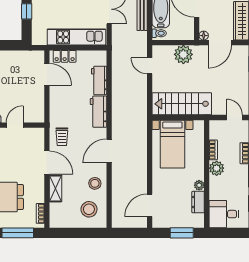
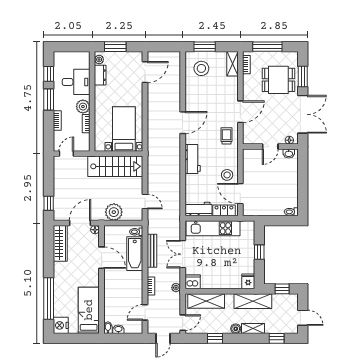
workbench: (99, 80) -> (199, 209), moved, turned -90
door: (235, 117) -> (66, 154), swing flipped
door: (47, 163) -> (240, 112), swing flipped
stool: (95, 183) -> (227, 175), moved
plant: (199, 185) -> (99, 60), moved
shelving: (55, 188) -> (232, 64), moved
desk: (224, 214) -> (76, 82), moved
window: (85, 233) -> (205, 47), added

